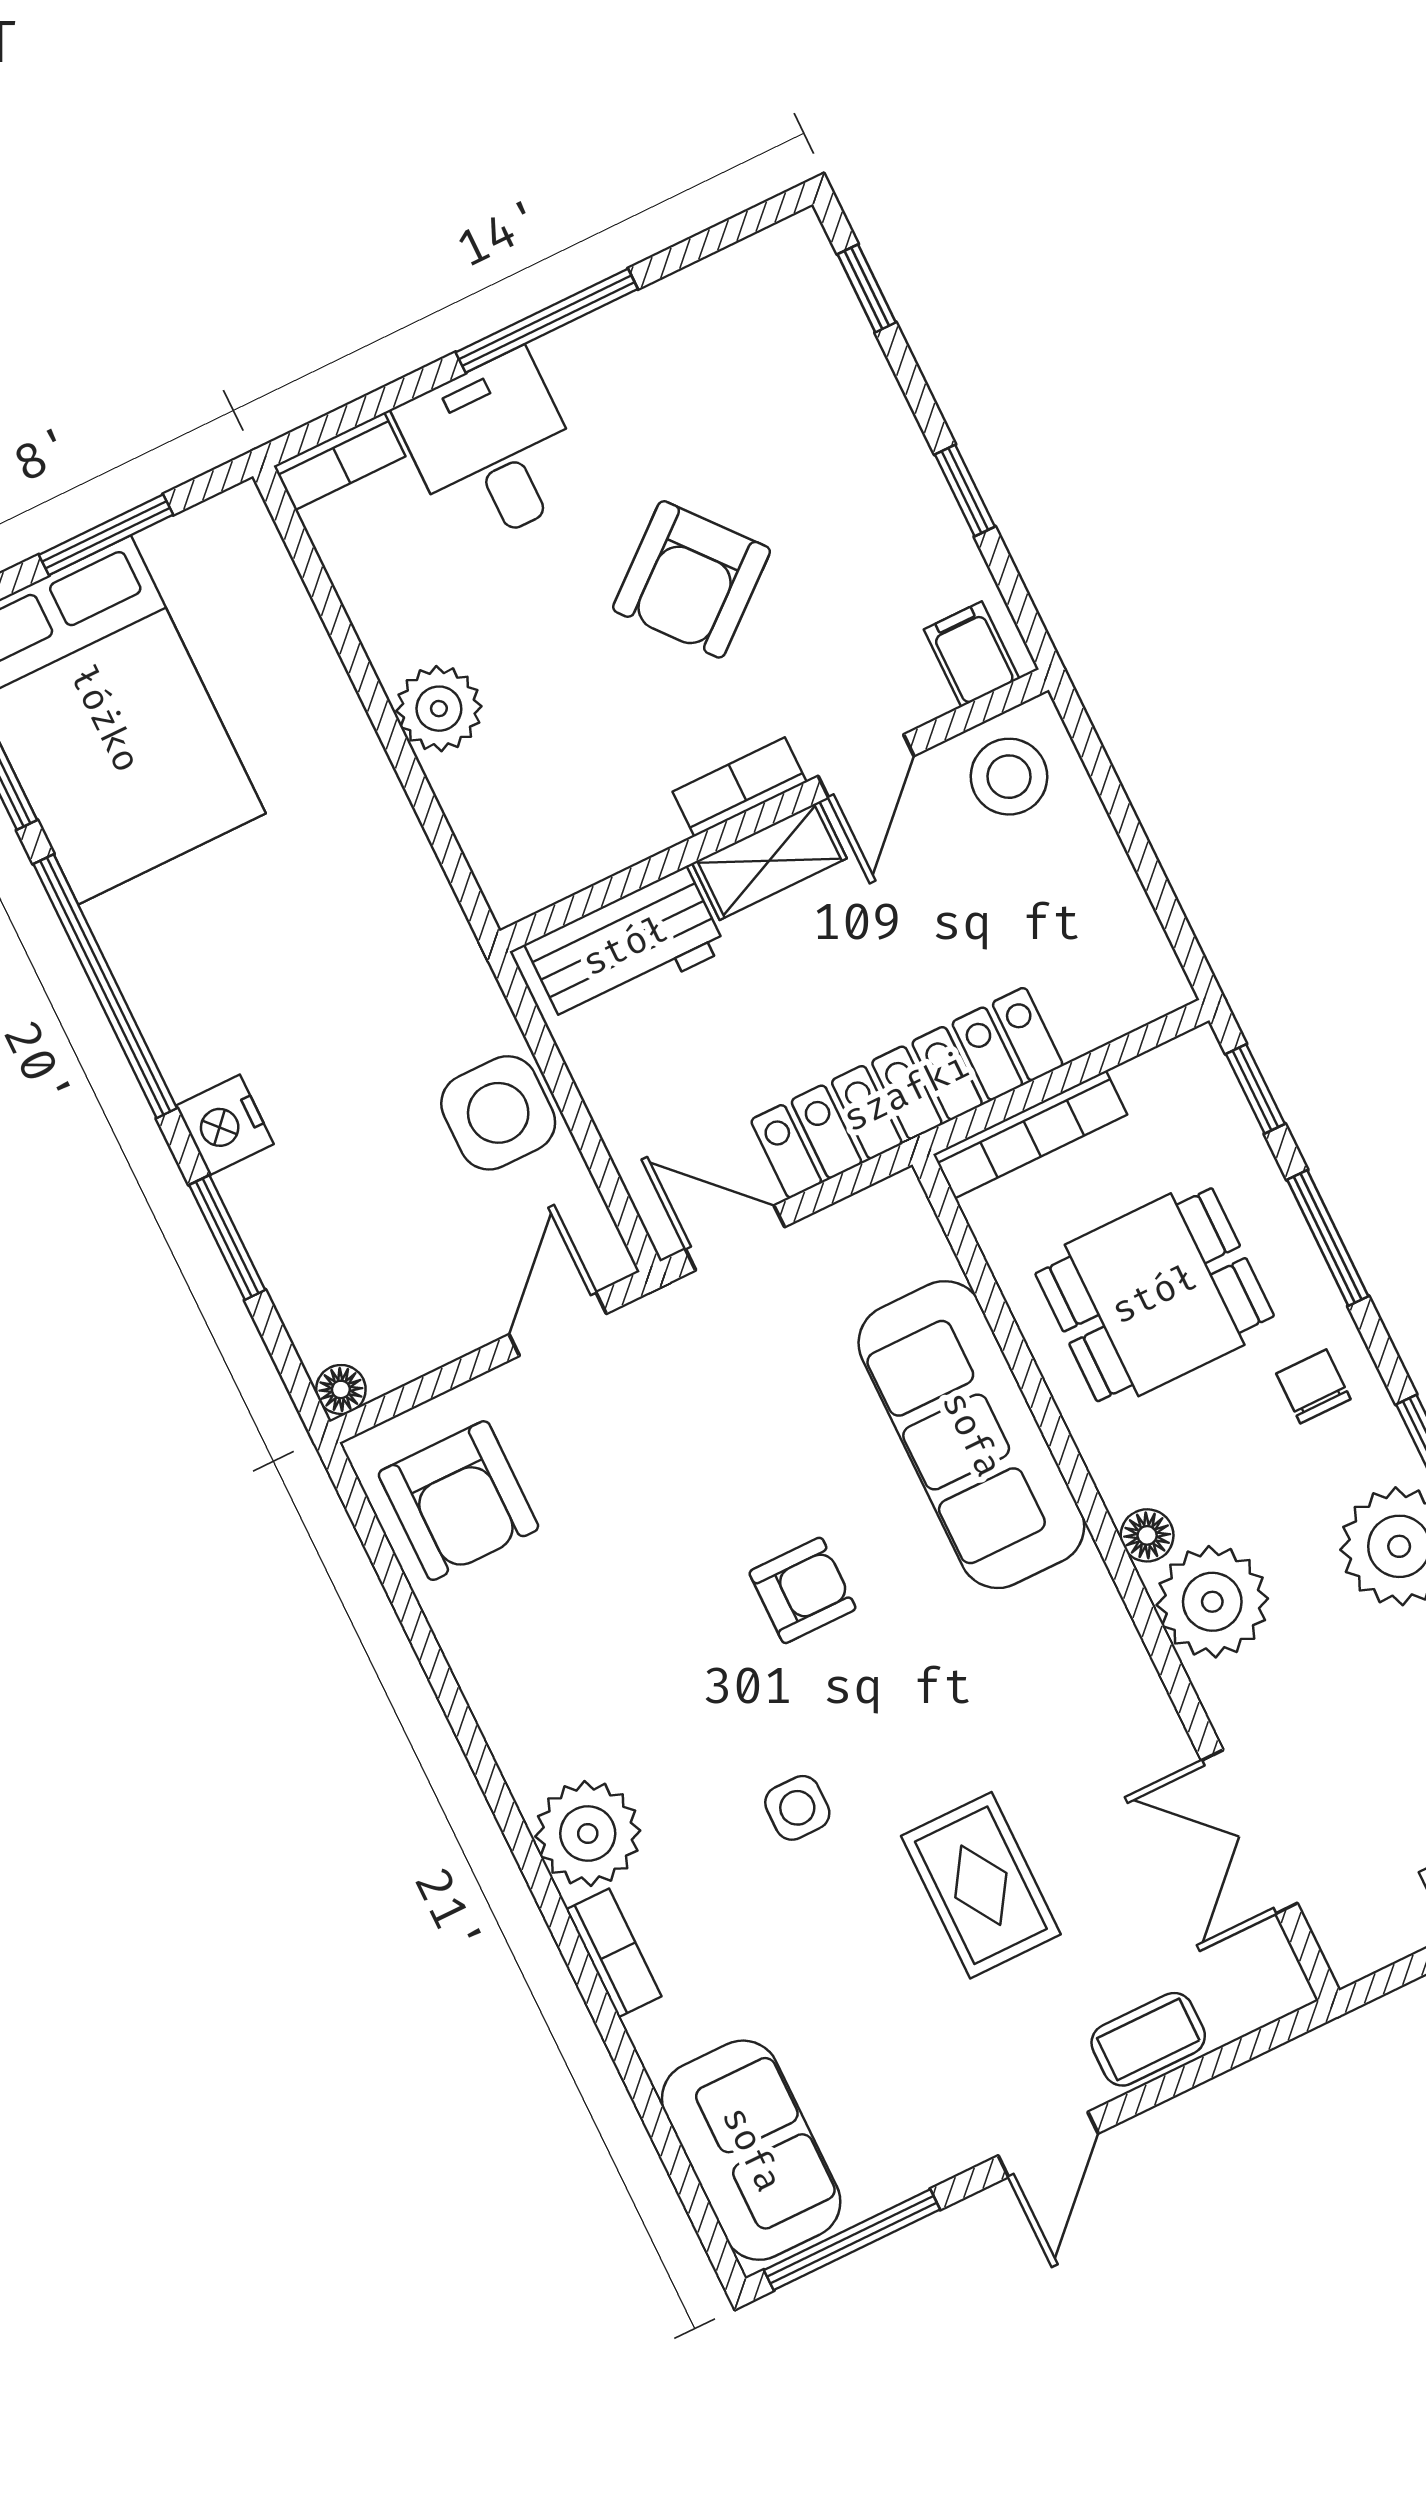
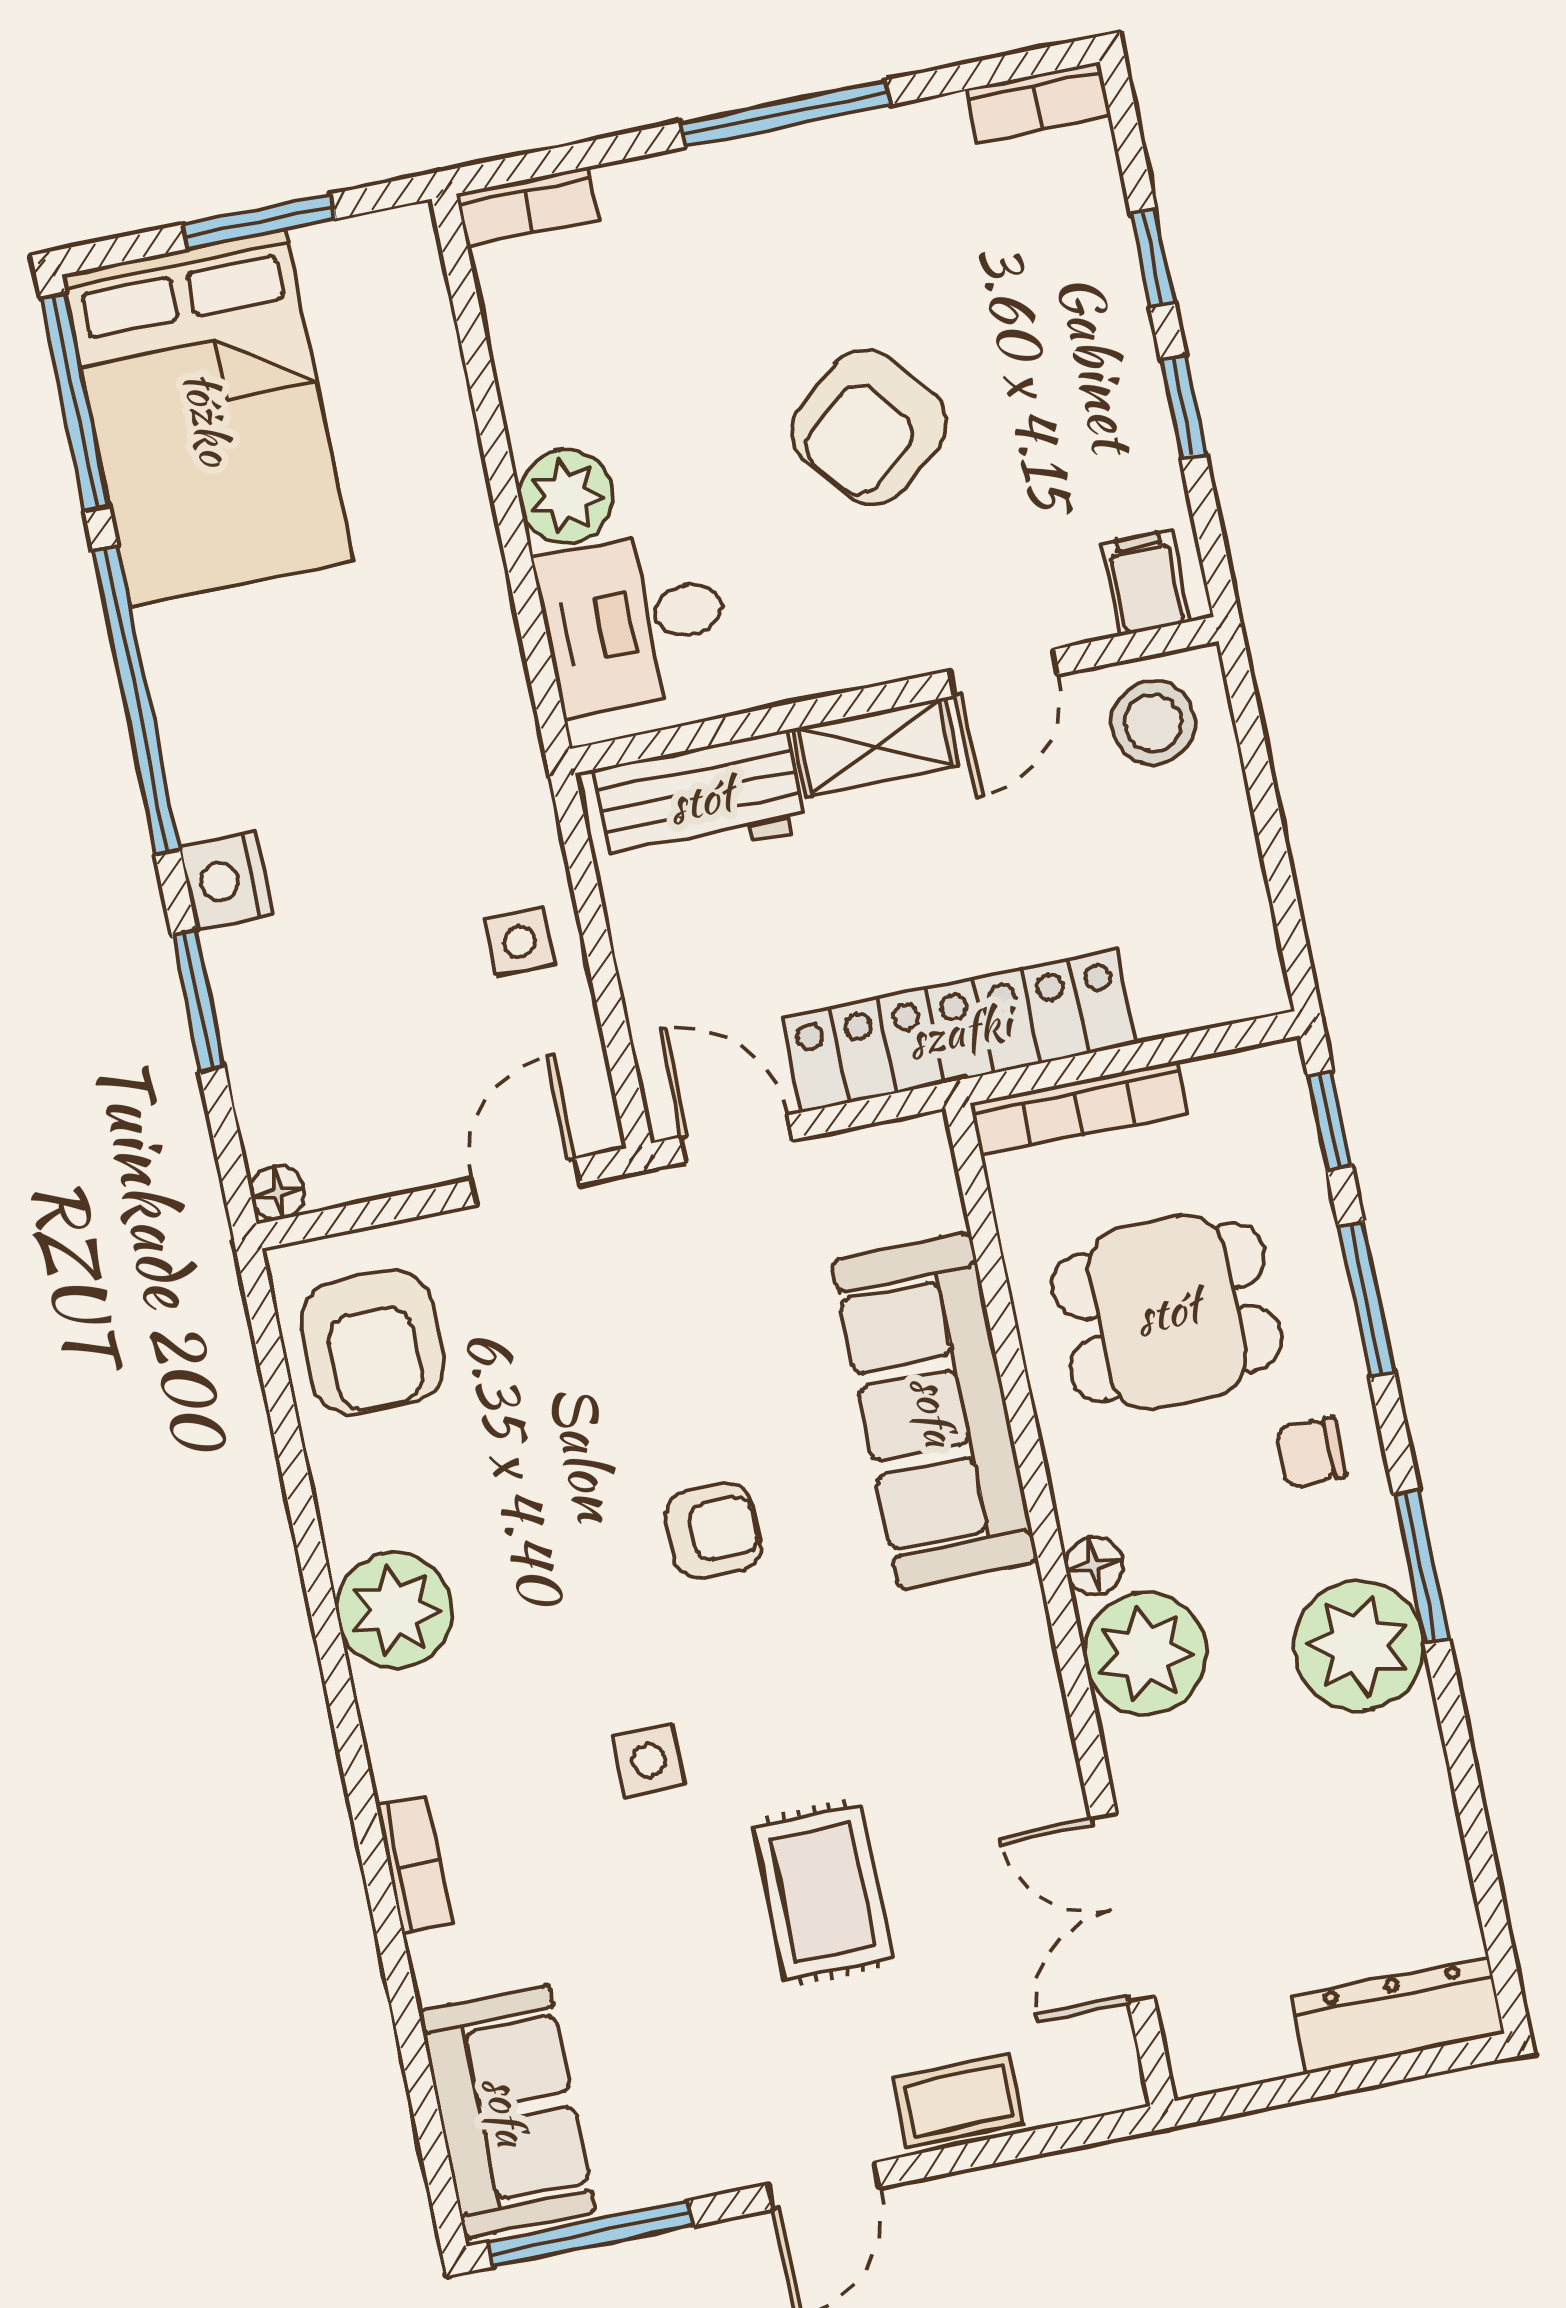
window: (867, 288) -> (1153, 258), moved
desk: (493, 450) -> (634, 621), moved, turned -90
bookcase: (740, 787) -> (1038, 102), moved, turned 180
side table: (498, 1113) -> (519, 941), width x0.54, depth x0.54
chair: (1313, 1386) -> (1311, 1453), turned -90
plant: (588, 1833) -> (395, 1610), moved

